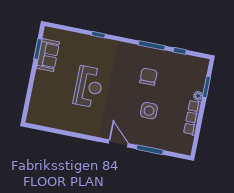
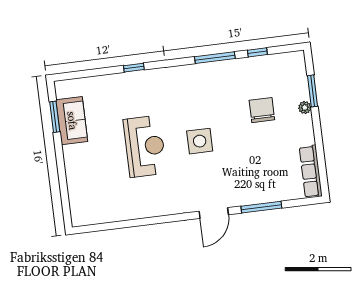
chair: (148, 77) -> (262, 110), moved
side table: (149, 111) -> (200, 141), moved
row of seats: (192, 118) -> (311, 171), moved
door: (118, 143) -> (214, 213), swing flipped

